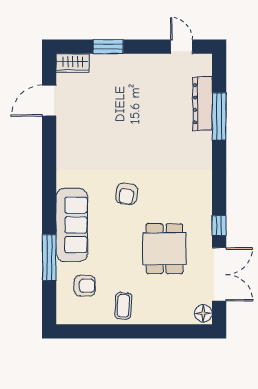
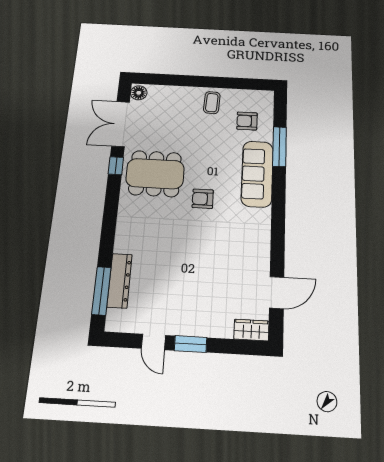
window: (108, 47) -> (191, 344), moved
door: (182, 47) -> (153, 342), moved
window: (219, 116) -> (101, 291), moved
armchair: (127, 194) -> (203, 199), turned -99
dining table: (164, 249) -> (155, 174), moved, width x1.38

